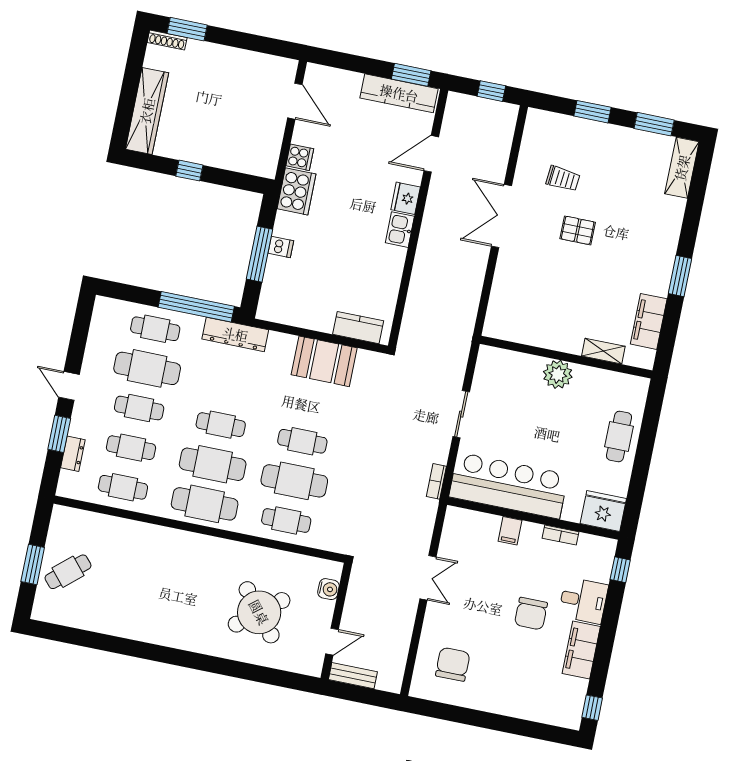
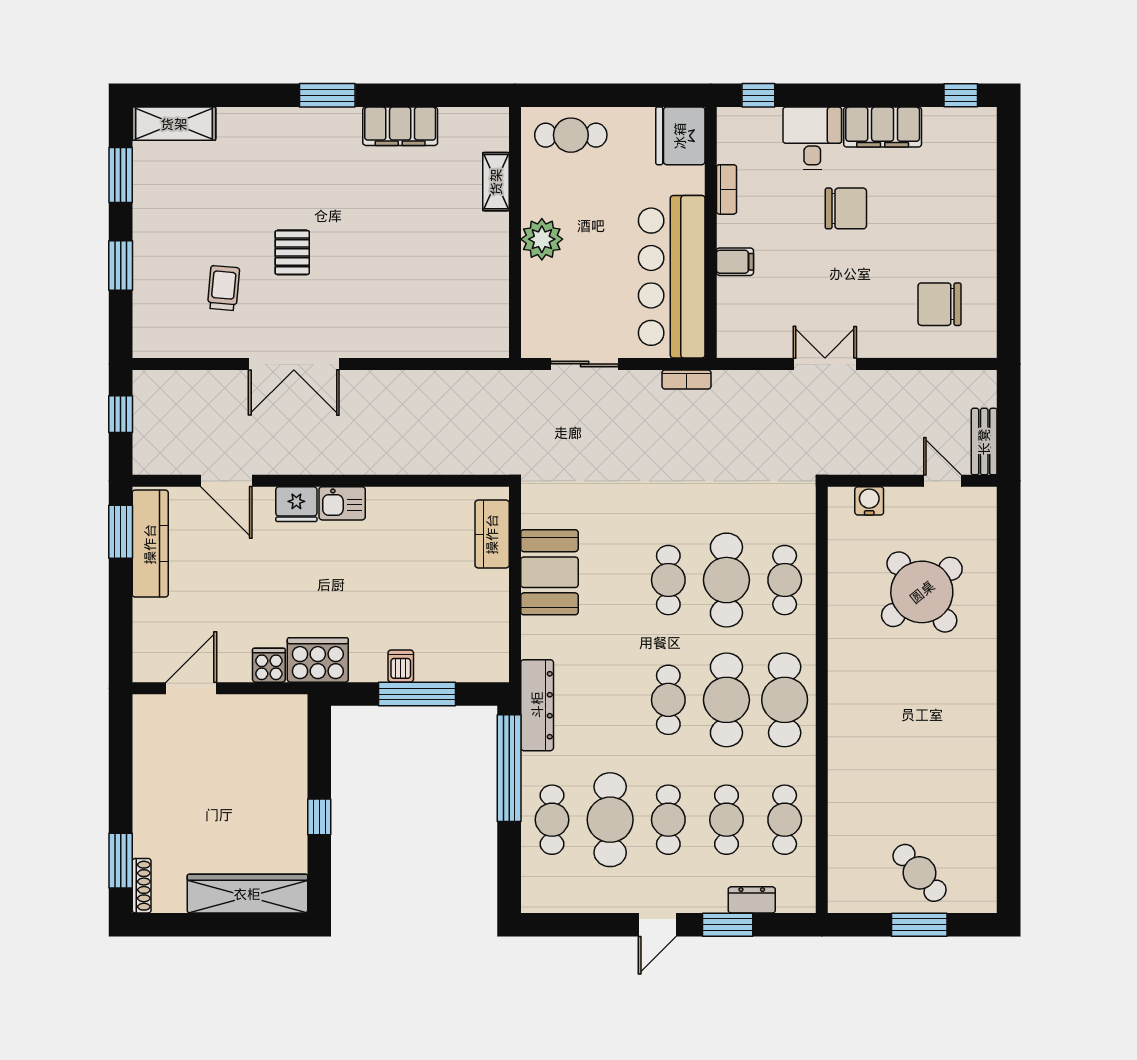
shelving: (603, 351) -> (496, 182), moved
wall: (566, 357) -> (515, 232), moved
plant: (558, 374) -> (542, 239), moved

